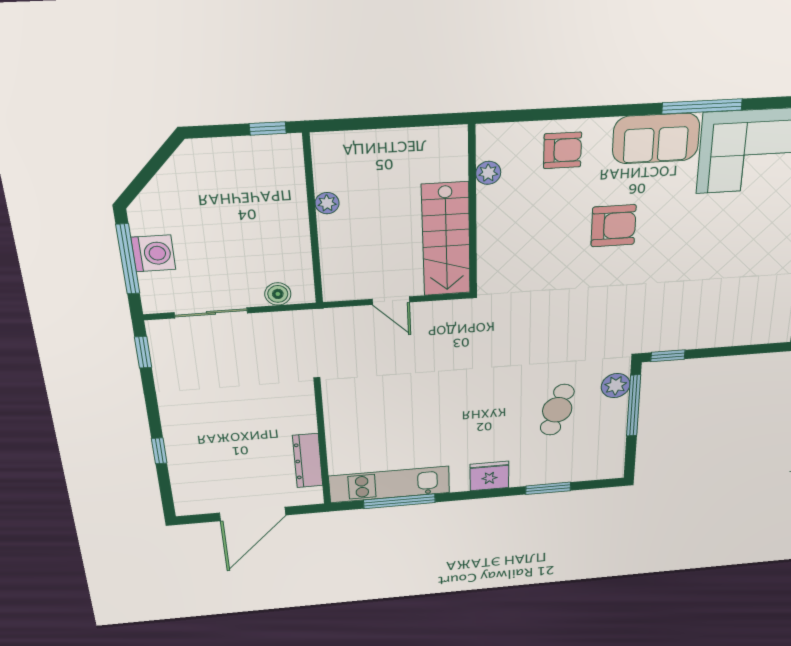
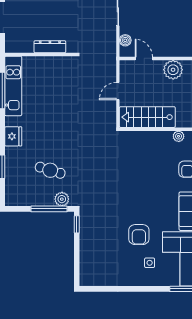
plant: (327, 203) -> (173, 70), width x1.87, depth x1.87
side table: (759, 216) -> (150, 263), added
armchair: (614, 226) -> (139, 235), moved
door: (316, 255) -> (144, 58), added
dresser: (308, 461) -> (50, 47), moved

